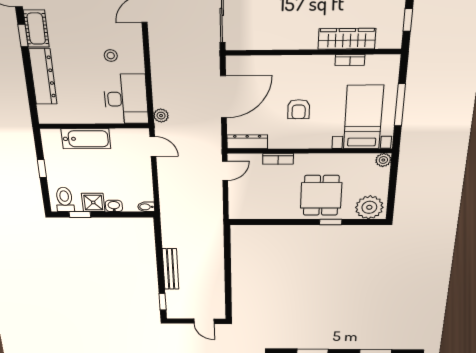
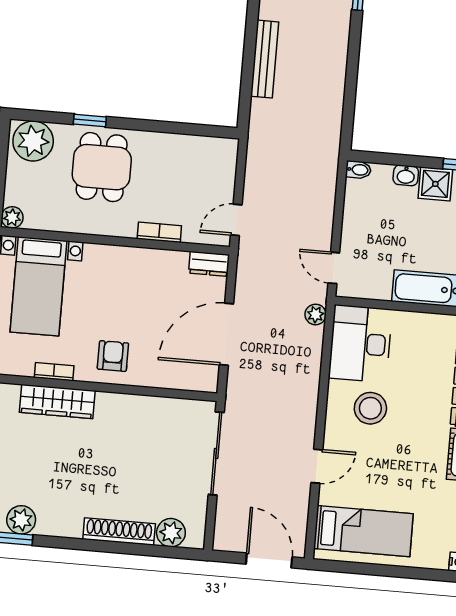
stool: (111, 56) -> (370, 408), width x1.89, depth x1.89
armchair: (299, 109) -> (113, 356), moved
dresser: (247, 142) -> (209, 264), width x0.70
bench: (171, 269) -> (265, 59), moved

